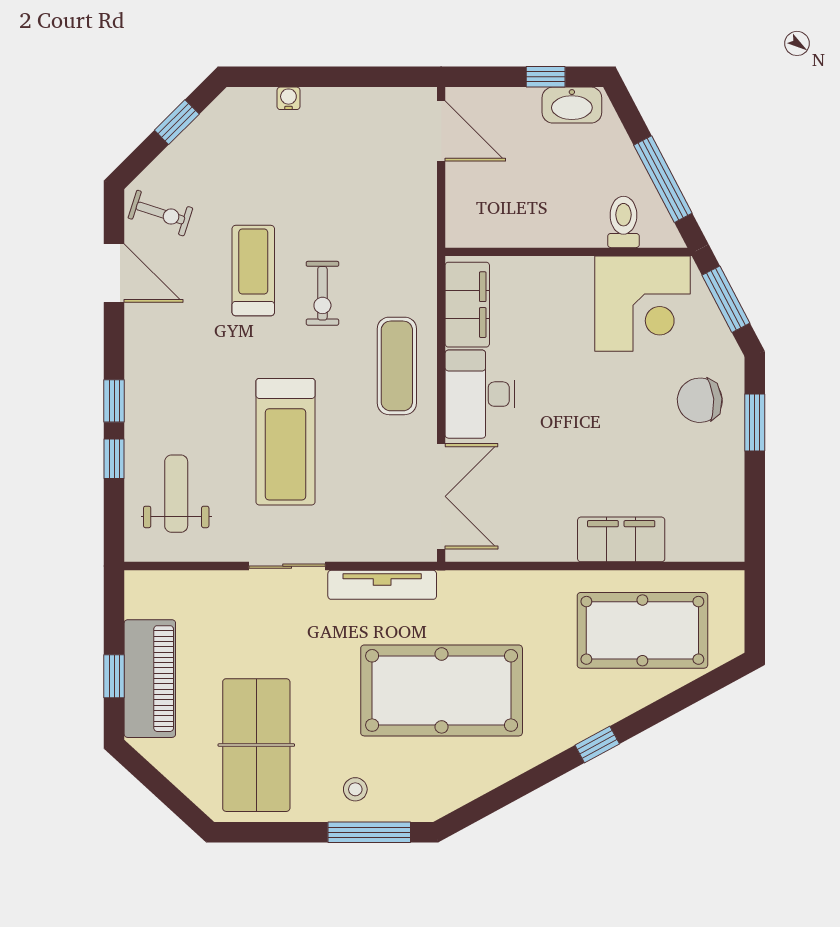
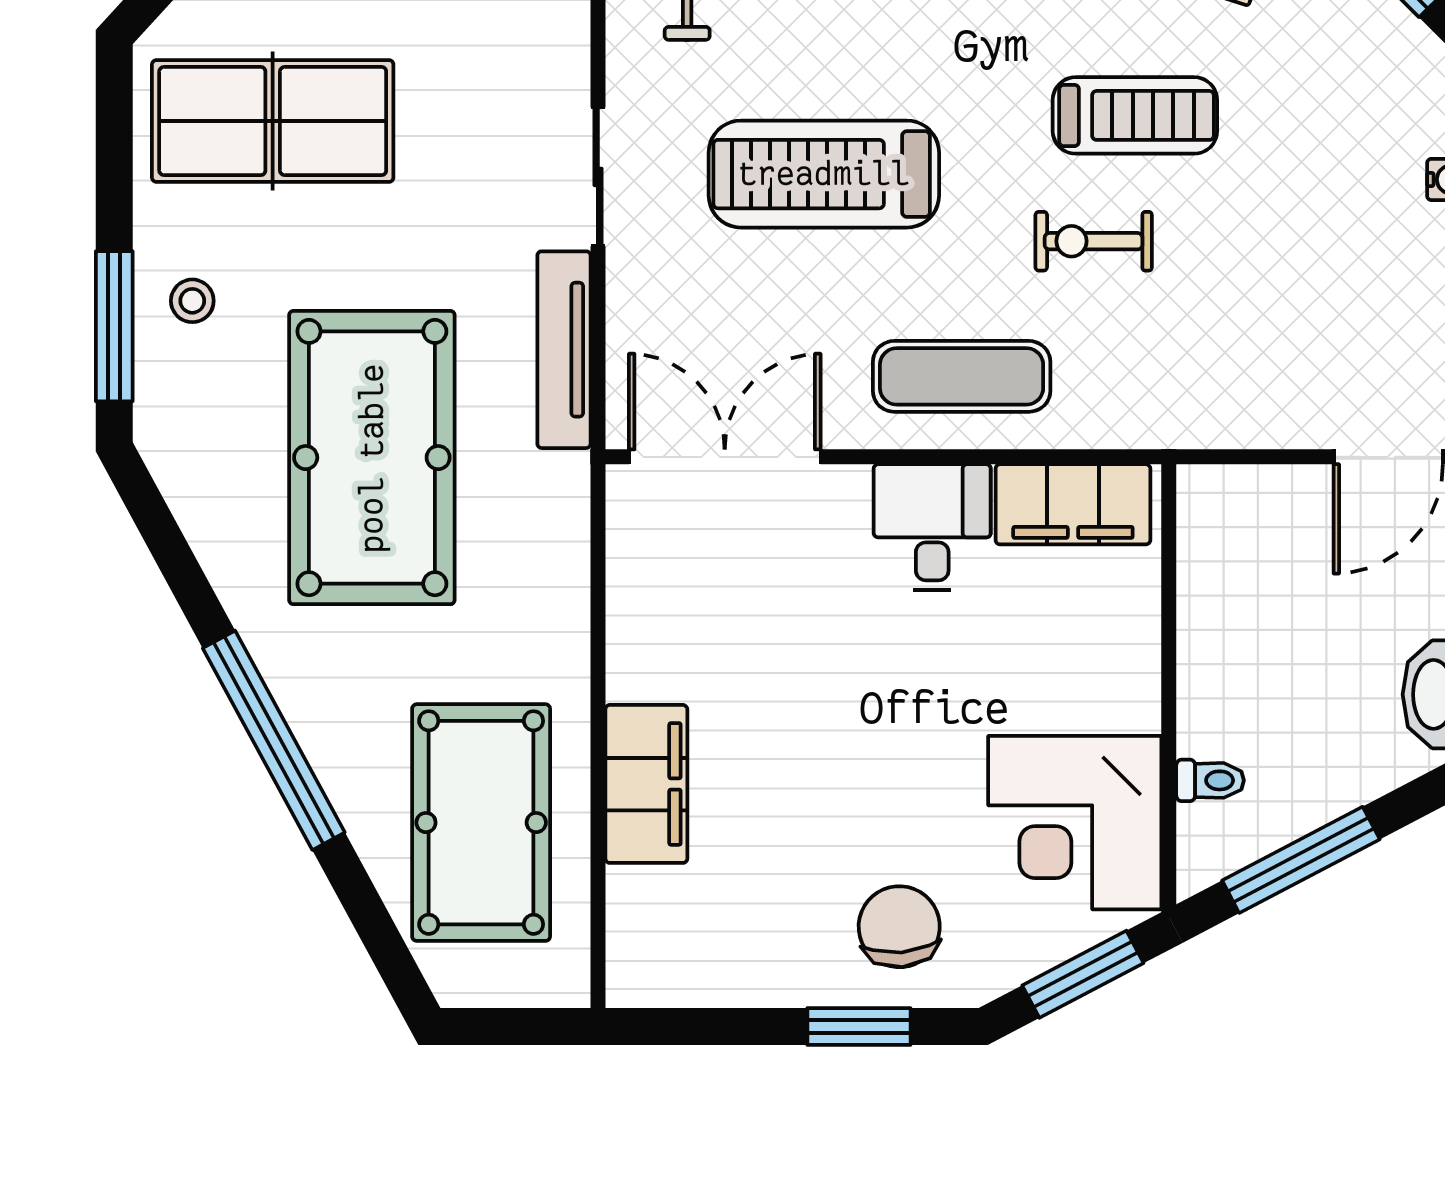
toilet: (623, 222) -> (1210, 780), width x0.73, depth x0.72
desk: (480, 394) -> (932, 527), width x0.73
double door: (441, 496) -> (725, 457), swing flipped
window: (597, 744) -> (274, 740), width x3.17

